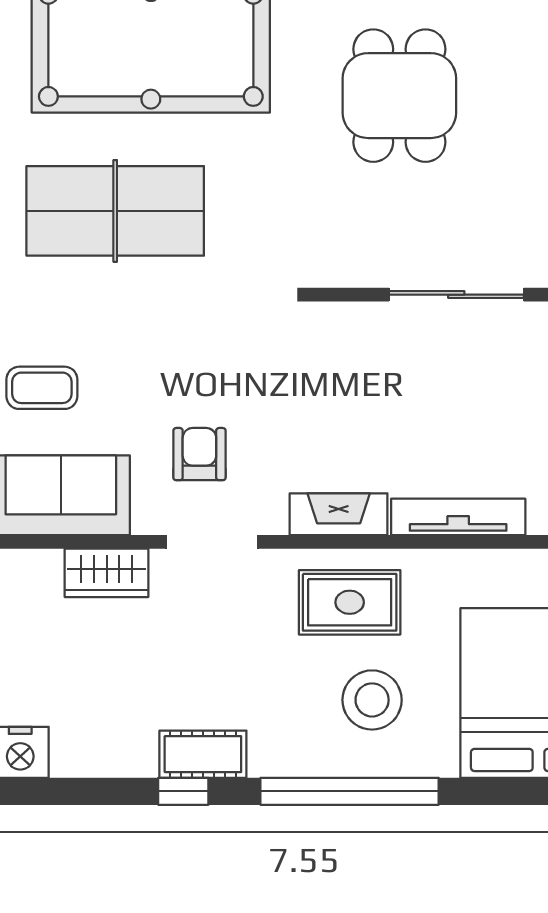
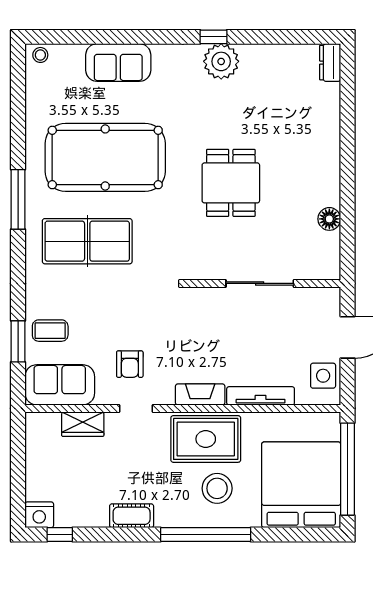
armchair: (199, 454) -> (130, 364), turned 180
doorway: (212, 542) -> (136, 408), width x0.73
rug: (350, 602) -> (206, 439), width x1.36, depth x1.43
window: (183, 791) -> (60, 535), moved

